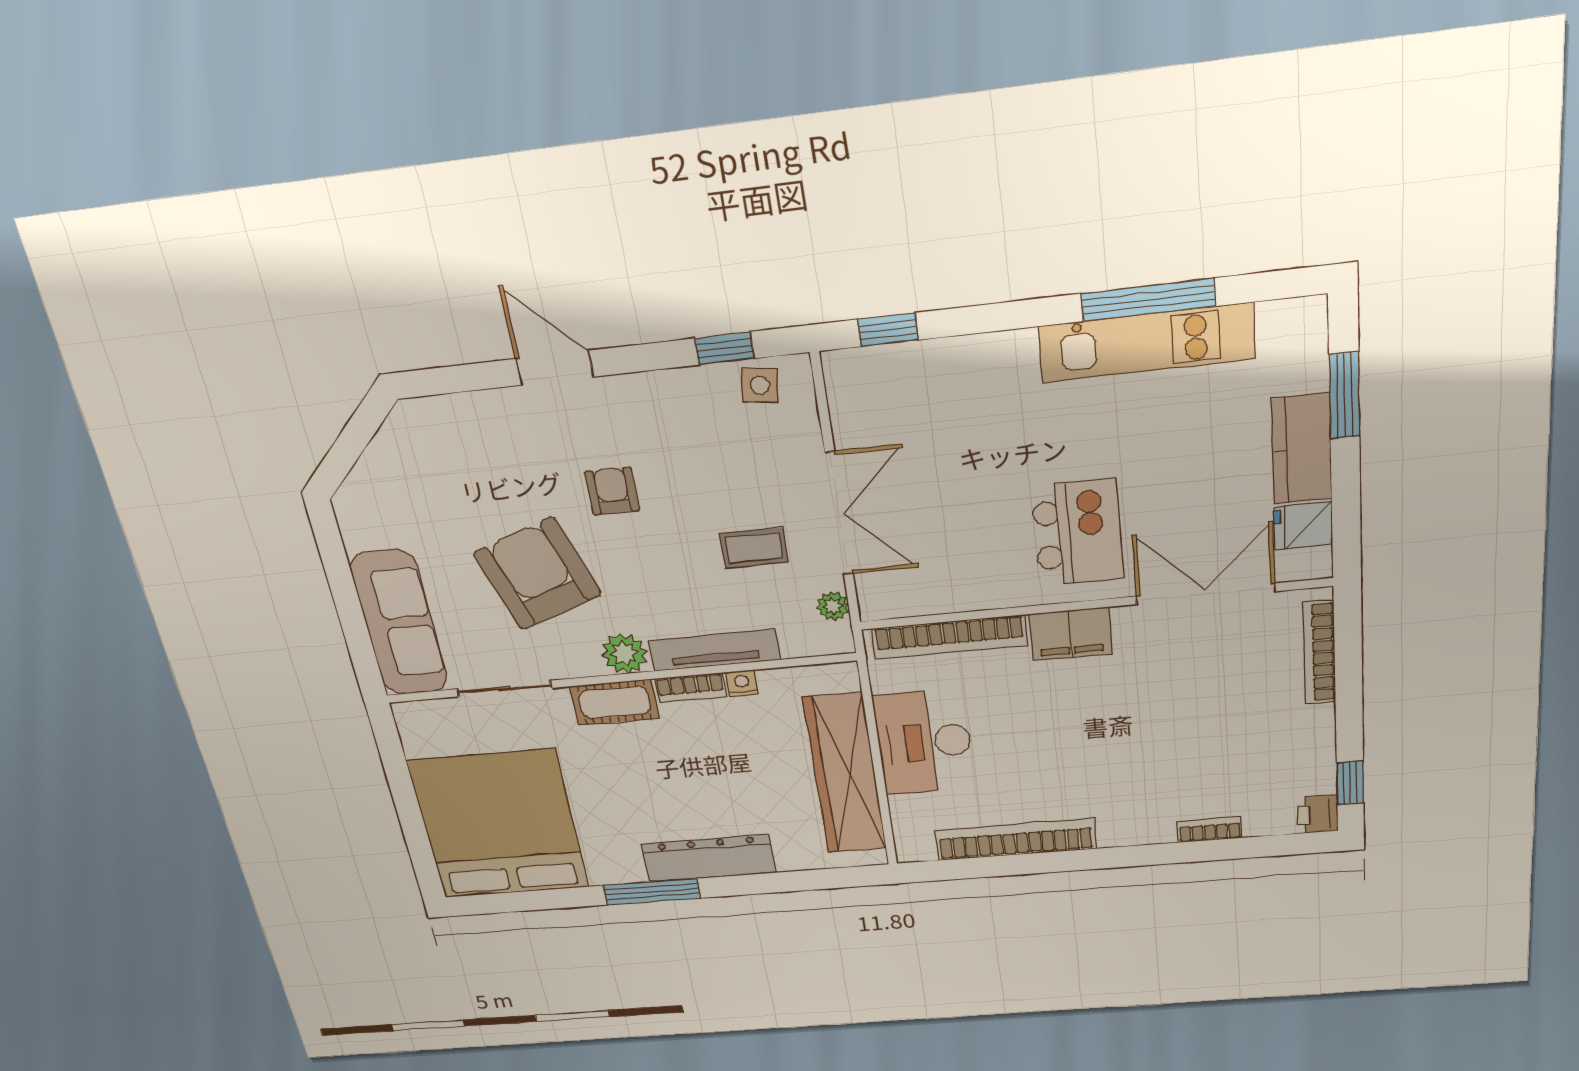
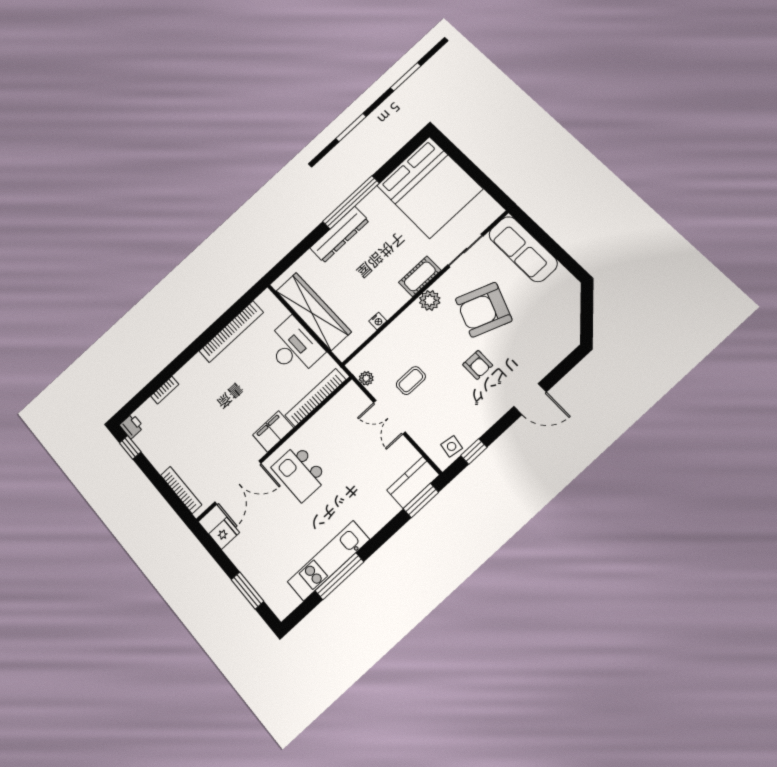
window: (888, 330) -> (421, 500), width x1.50
kitchen counter: (1302, 449) -> (413, 483), moved, turned -90
double door: (839, 514) -> (389, 417), width x0.73
armchair: (537, 574) -> (484, 310), turned 130
tv unit: (714, 650) -> (397, 327), removed
bookcase: (691, 688) -> (396, 304), removed
window: (652, 892) -> (351, 202), width x1.46

